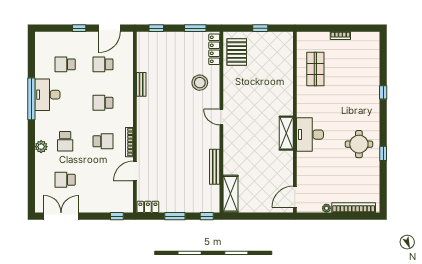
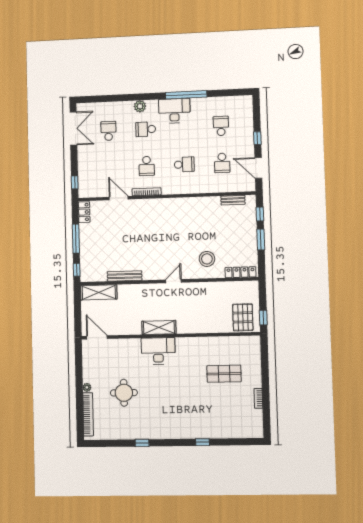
window: (195, 28) -> (261, 239), moved
pallet: (237, 52) -> (243, 317), moved, turned 90
school desk: (103, 64) -> (222, 163), turned 180
bench: (141, 84) -> (233, 200), moved
desk: (47, 95) -> (174, 111), moved
school desk: (103, 103) -> (184, 164), turned 90
wall: (295, 122) -> (170, 336), moved
shelving: (286, 133) -> (159, 327), moved
desk: (310, 135) -> (158, 351), moved
round table: (359, 144) -> (124, 393), moved
door: (295, 197) -> (97, 337), moved
window: (175, 216) -> (76, 239), width x1.44

